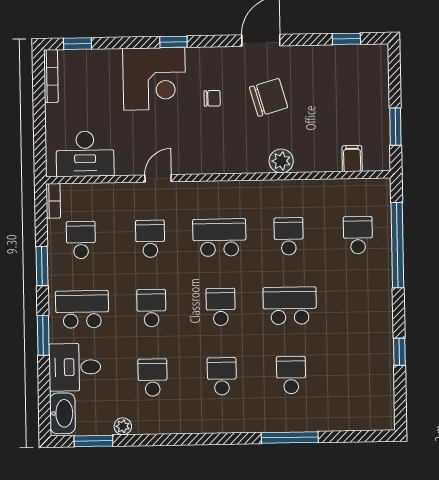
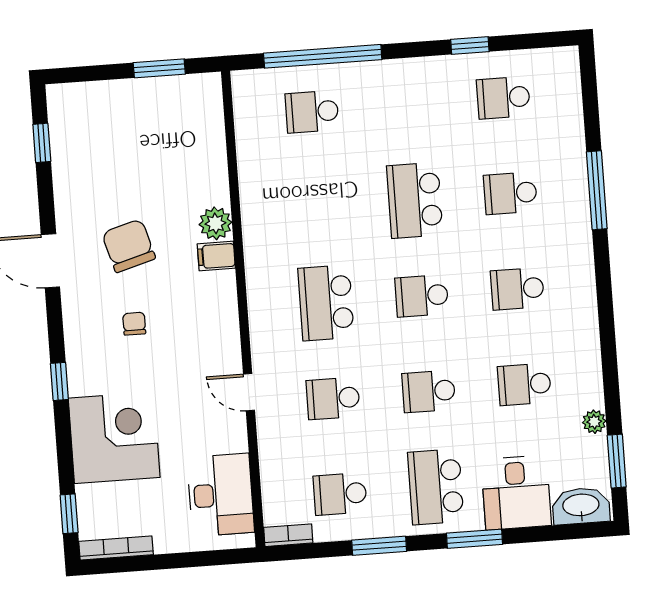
corner desk: (154, 79) -> (114, 438), moved
filing cabinet: (352, 159) -> (216, 256), moved
school desk: (289, 236) -> (503, 98), moved

